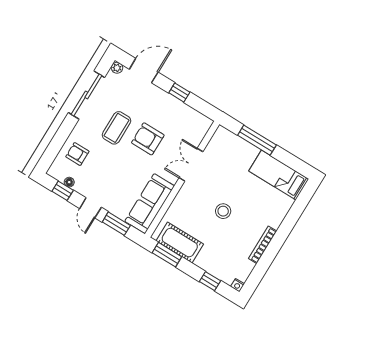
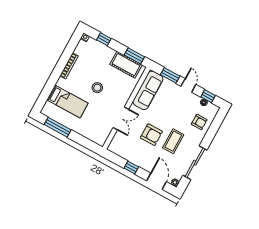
door: (144, 71) -> (156, 181), swing flipped
window: (257, 140) -> (58, 127), moved
bed: (279, 175) -> (67, 101), moved

